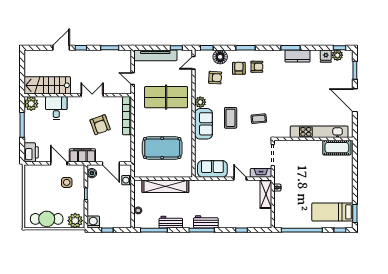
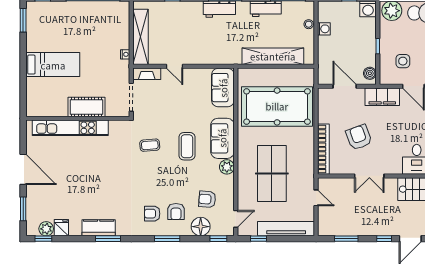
table tennis table: (166, 97) -> (272, 174), turned 90
pool table: (162, 148) -> (277, 106), width x1.36, depth x1.32
cot: (337, 148) -> (87, 107), moved
sofa: (212, 169) -> (223, 88), moved, turned 90
washing machine: (127, 180) -> (324, 29), moved
shelving: (266, 194) -> (140, 37), width x1.47
bed: (332, 212) -> (53, 65), moved

